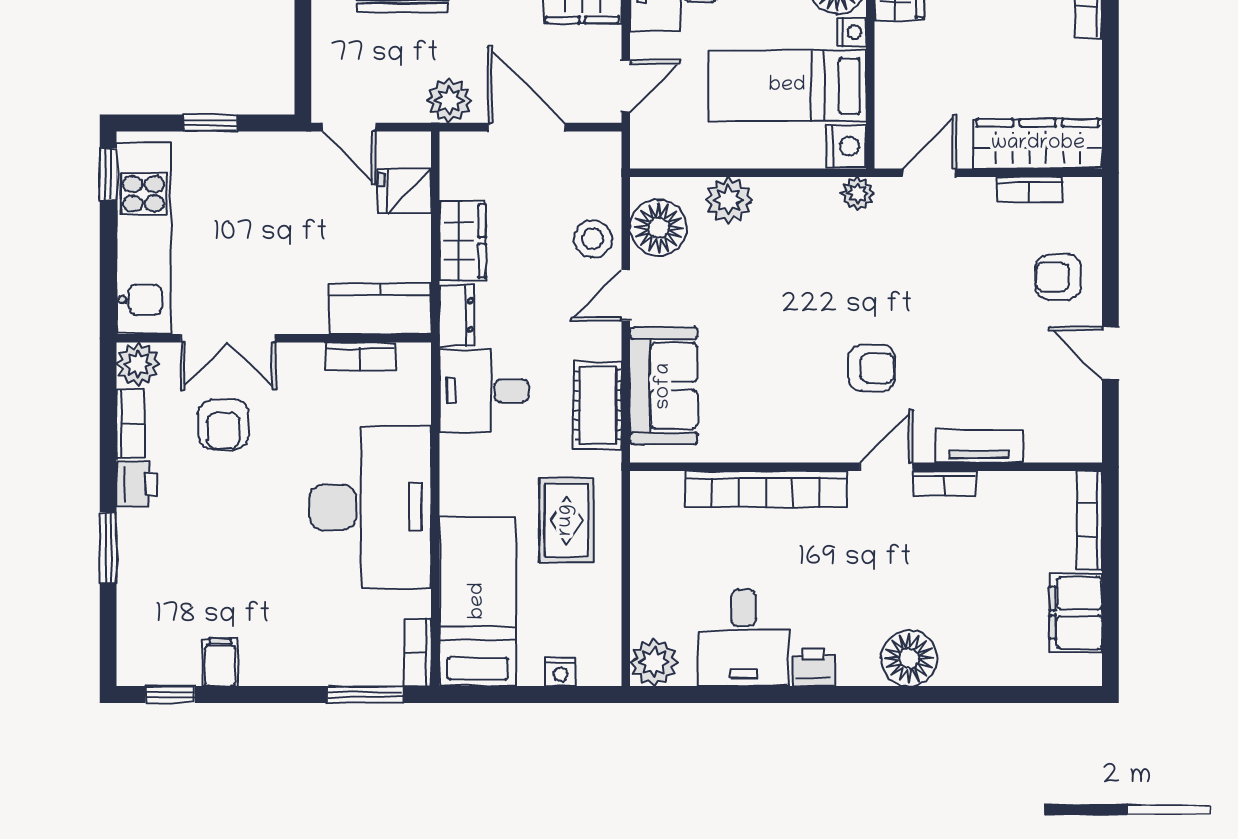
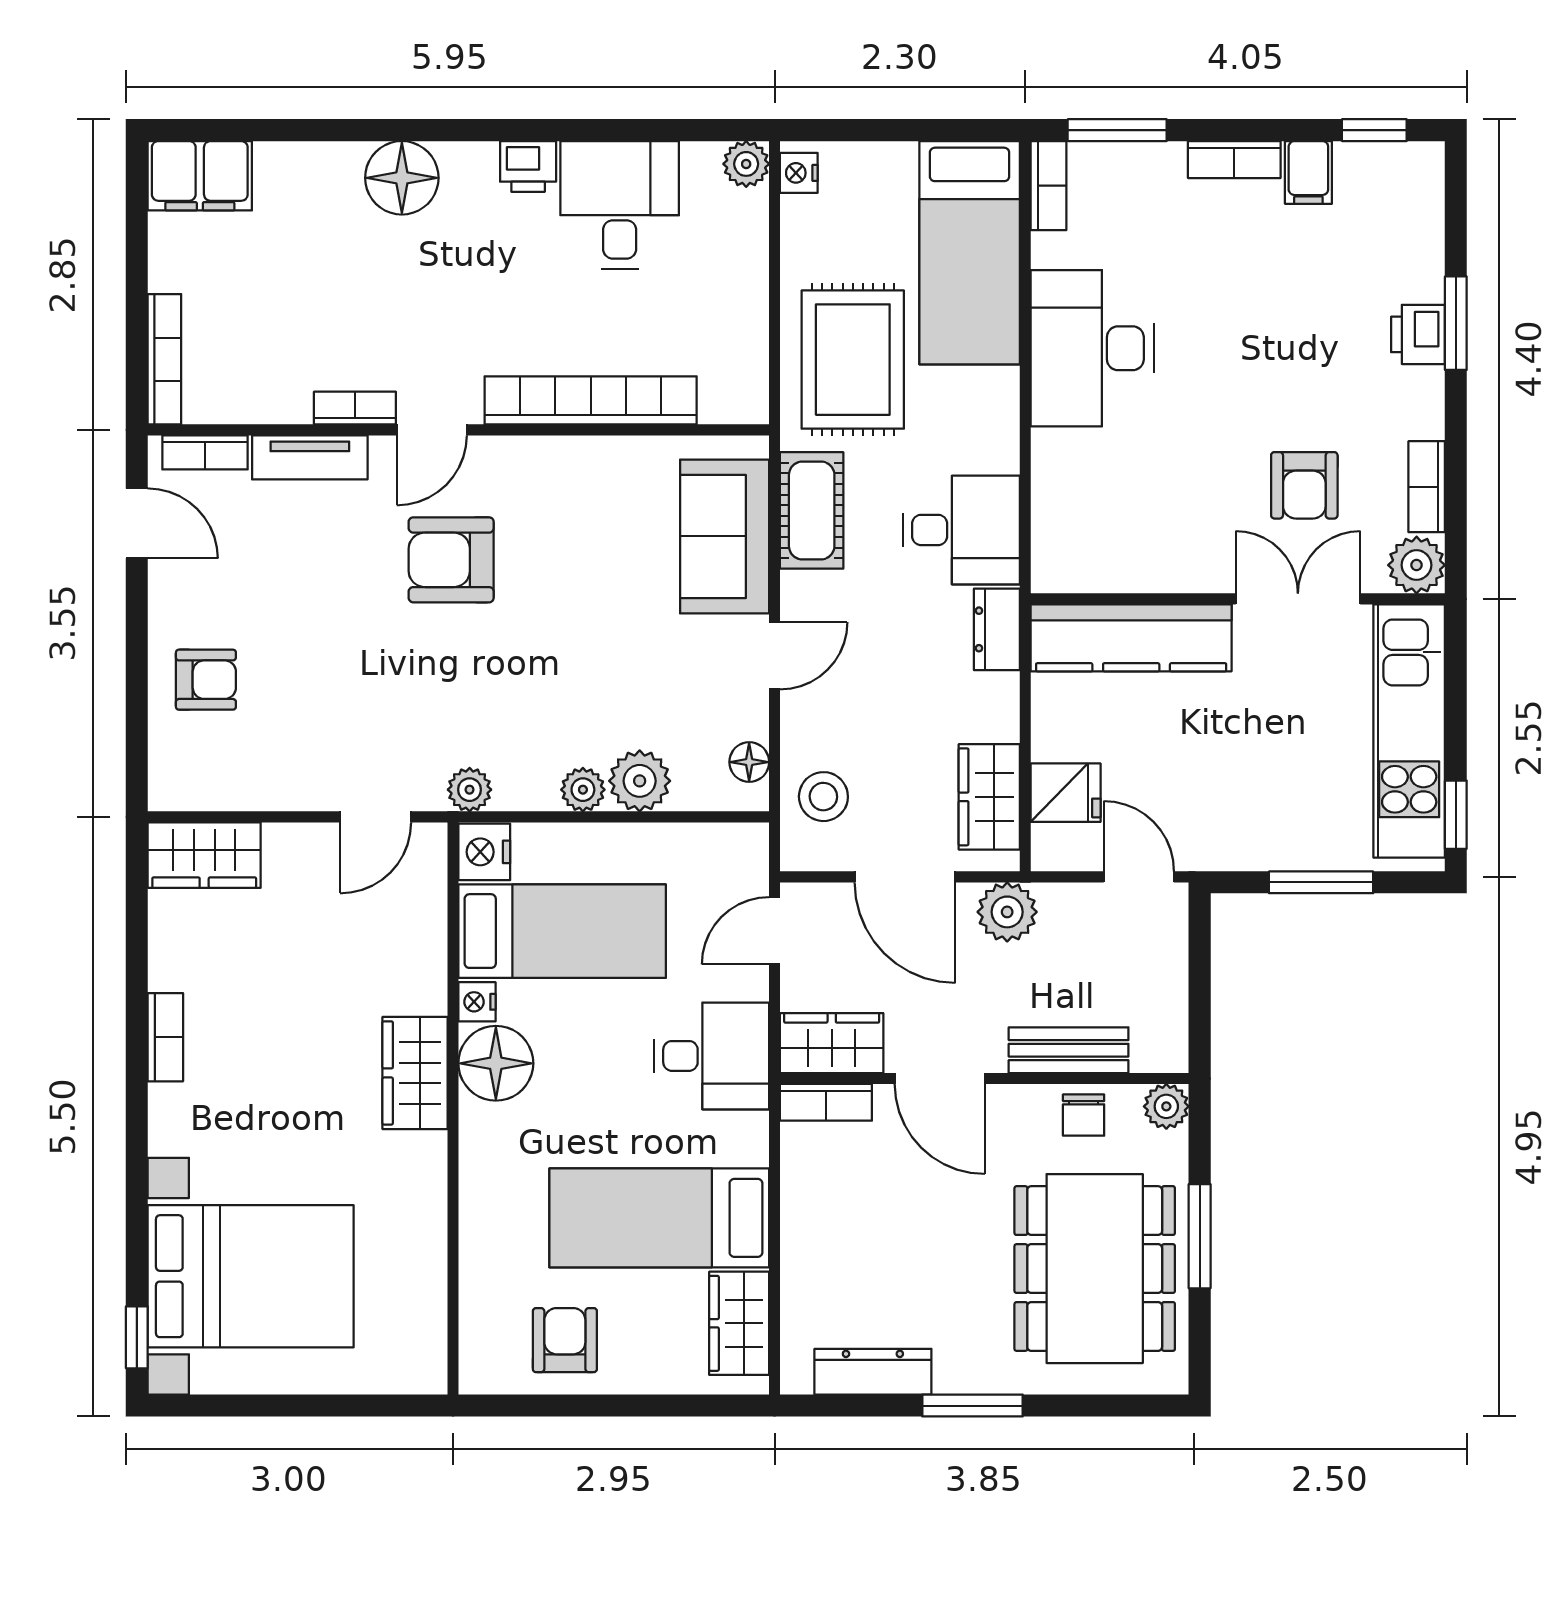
window: (211, 123) -> (1321, 882), width x1.50
wardrobe: (1038, 144) -> (204, 855), width x0.67
bookcase: (1030, 190) -> (205, 452), moved, turned 180
plant: (771, 193) -> (583, 790), added
floor lamp: (658, 228) -> (749, 762), width x0.53, depth x0.53
stool: (593, 239) -> (823, 797), moved
wardrobe: (463, 241) -> (989, 797), moved
kitchen counter: (380, 309) -> (1131, 638), width x1.50
door: (1110, 353) -> (137, 523), moved
bookcase: (361, 357) -> (1234, 160), moved, turned 180
armchair: (872, 368) -> (451, 560), width x1.38, depth x1.38
armchair: (223, 425) -> (1304, 485), turned 180
printer: (137, 484) -> (1418, 334), moved
desk: (370, 507) -> (1092, 348), width x0.73, depth x0.77
rug: (566, 520) -> (853, 360), width x1.36, depth x1.43
filing cabinet: (1076, 613) -> (200, 176), moved, turned 90
plant: (654, 662) -> (746, 164), width x0.73, depth x0.73
nightstand: (560, 672) -> (799, 173), moved, turned -90

